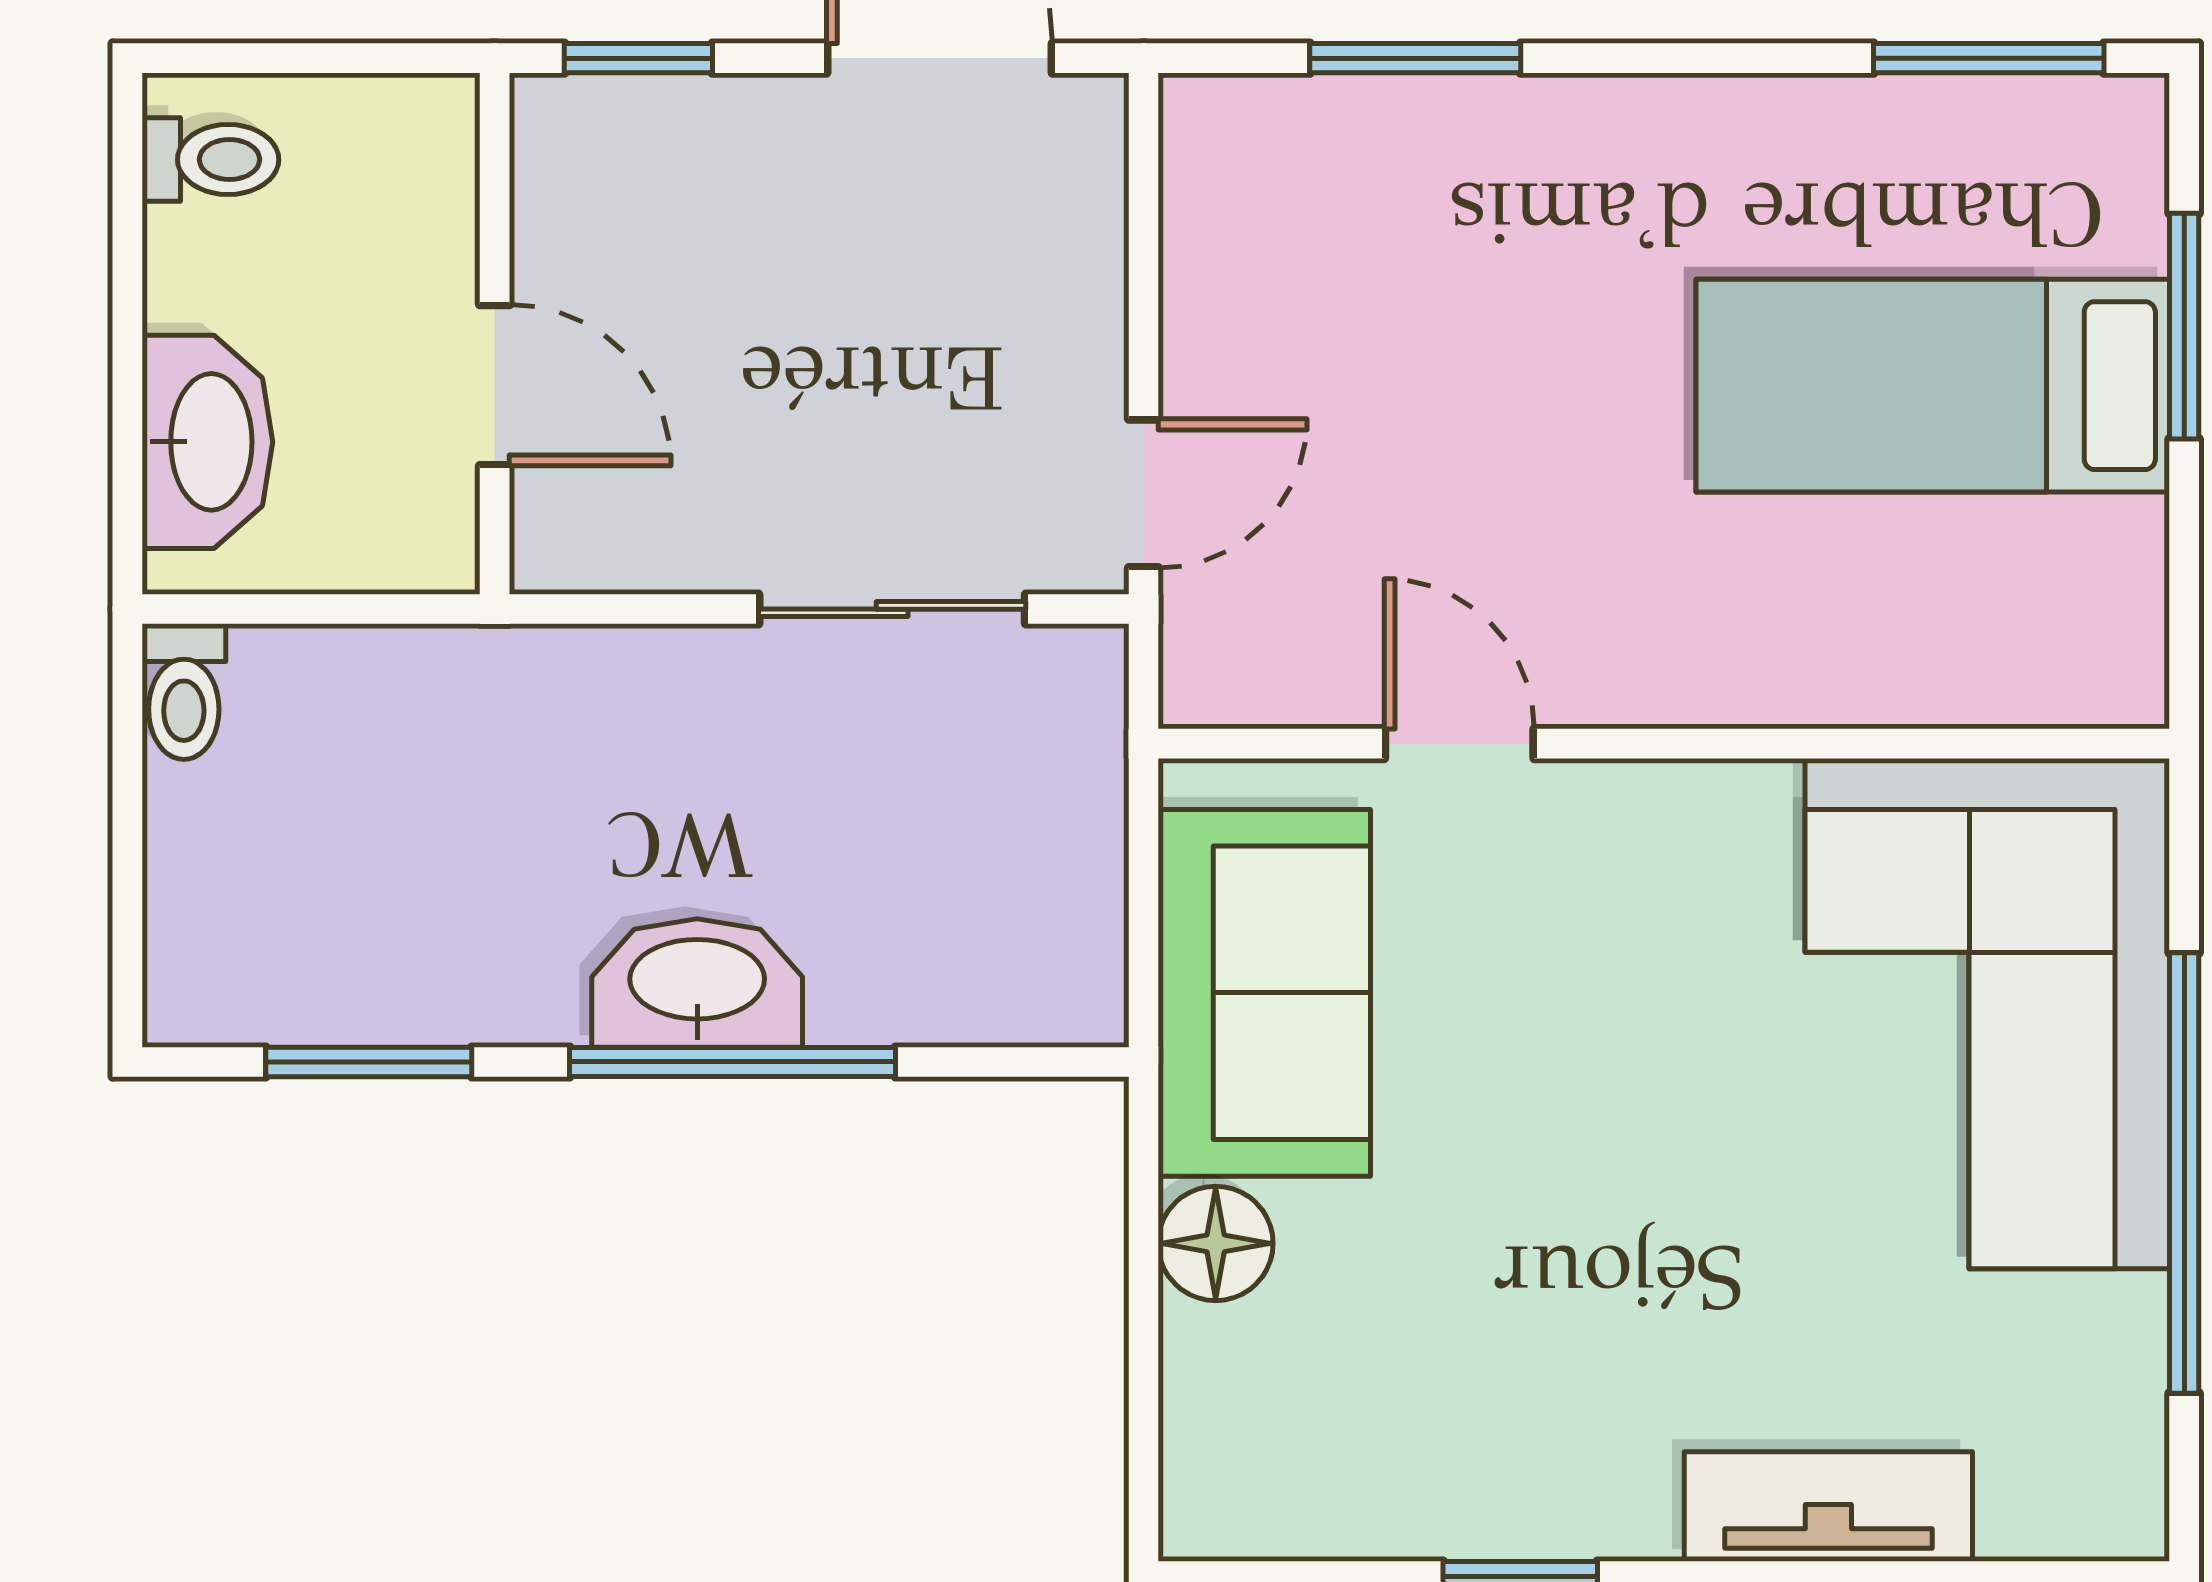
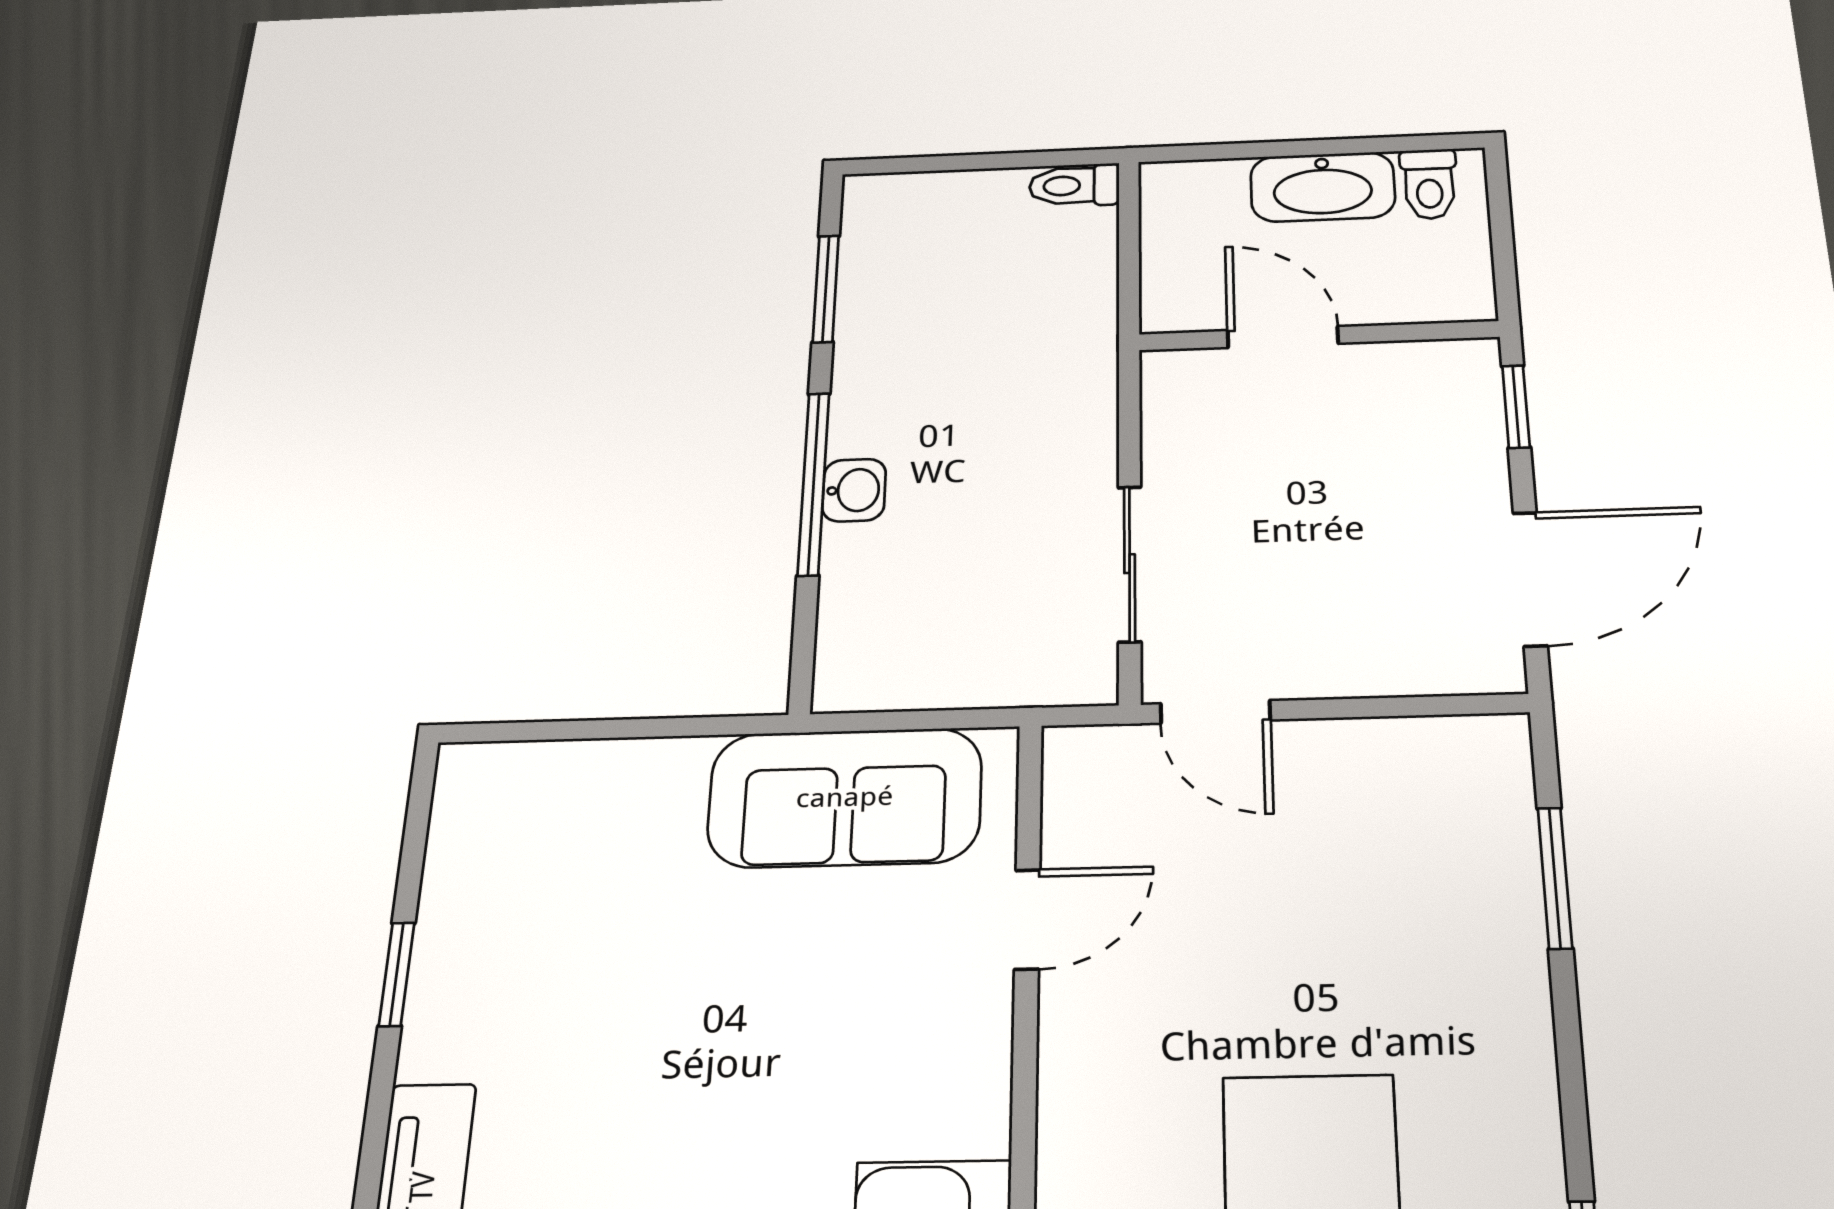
door: (495, 385) -> (1283, 337), swing flipped
washbasin: (207, 442) -> (1323, 187), moved
washbasin: (697, 983) -> (854, 490), width x0.52, depth x0.69
floor lamp: (1216, 1243) -> (663, 772), removed

